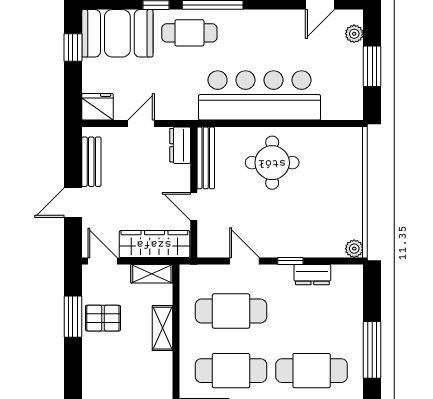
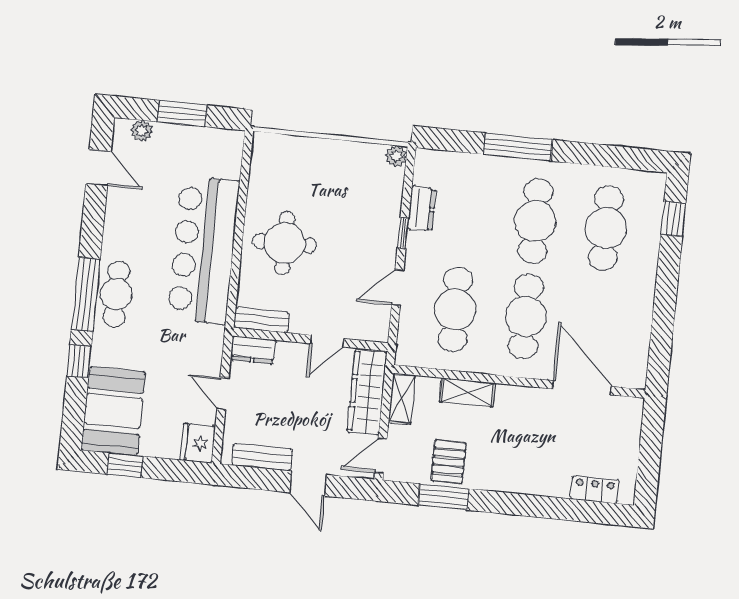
cafe table: (189, 33) -> (116, 294), moved
bench: (206, 158) -> (261, 320), width x0.73

